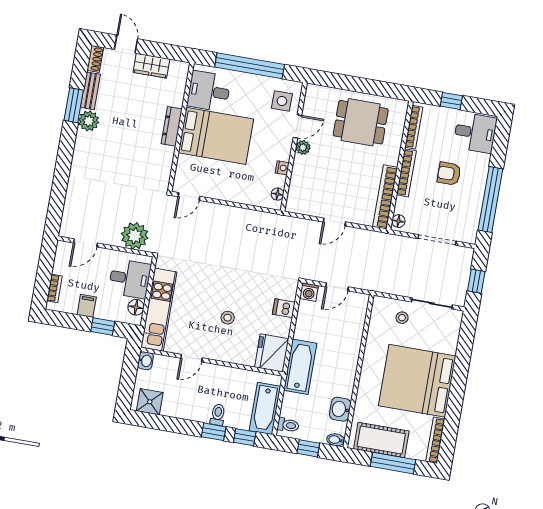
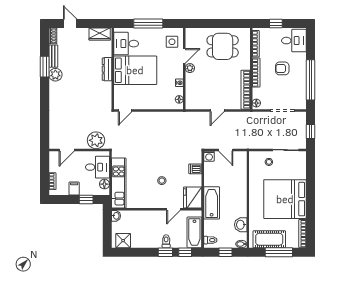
wardrobe: (151, 66) -> (100, 34), moved
window: (250, 66) -> (148, 24), width x0.68
door: (337, 287) -> (226, 150), hinge flipped
door: (192, 358) -> (173, 209), moved

